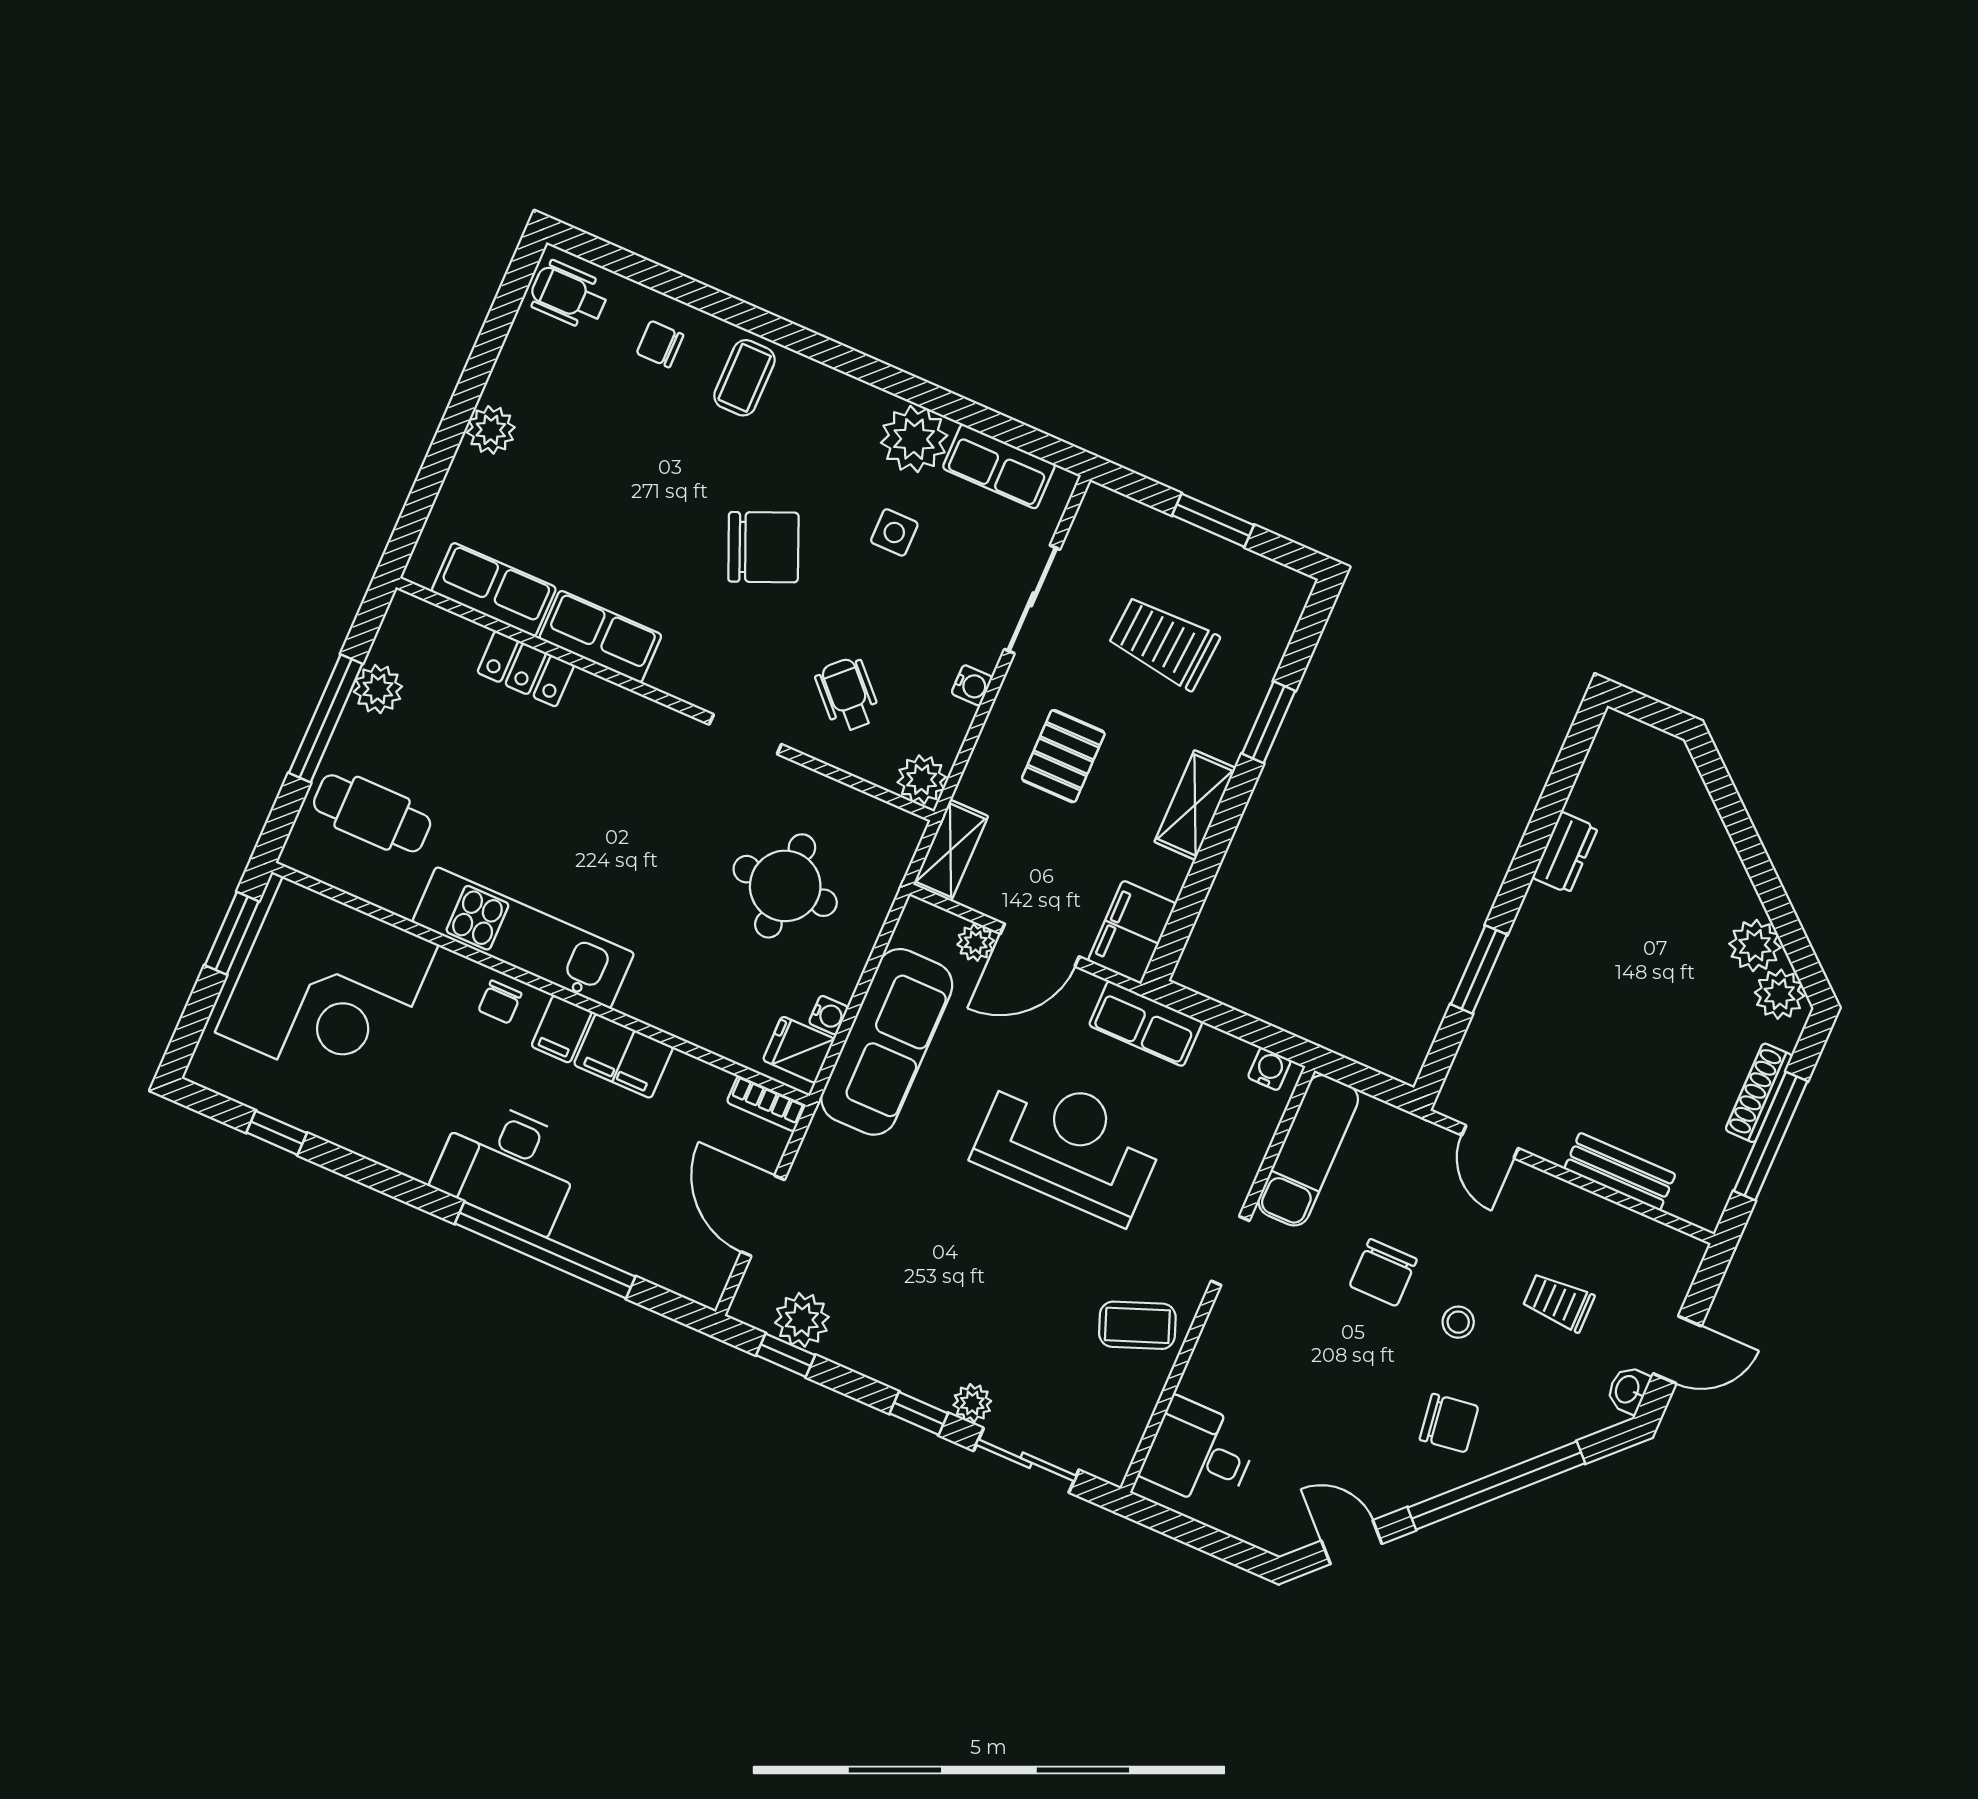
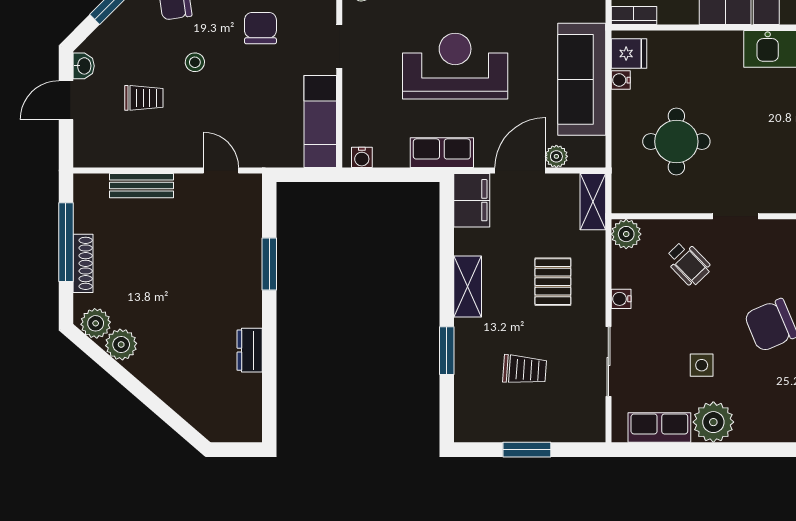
trolley: (1164, 642) -> (525, 370), width x0.73, depth x0.72
reception desk: (1069, 1145) -> (455, 66), turned 180
chair: (1383, 1273) -> (260, 28), moved

